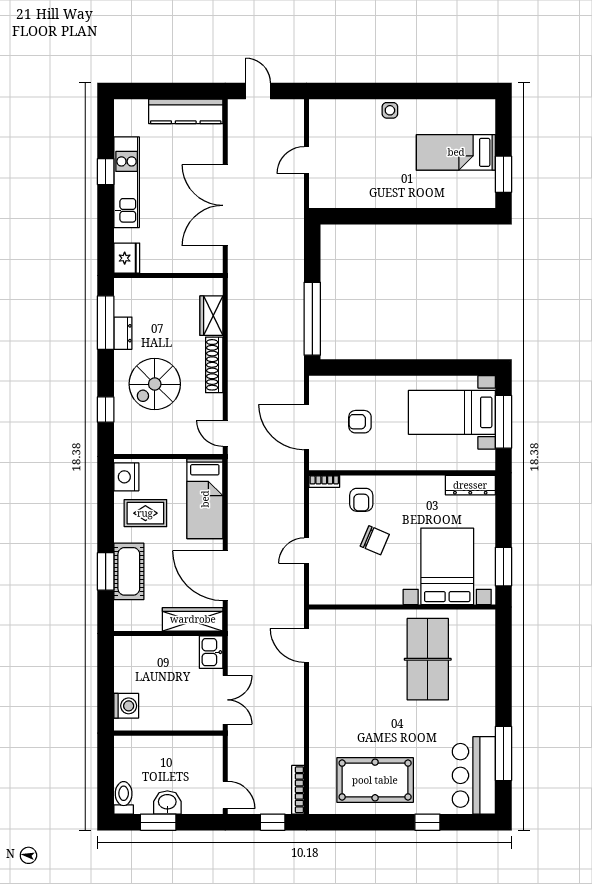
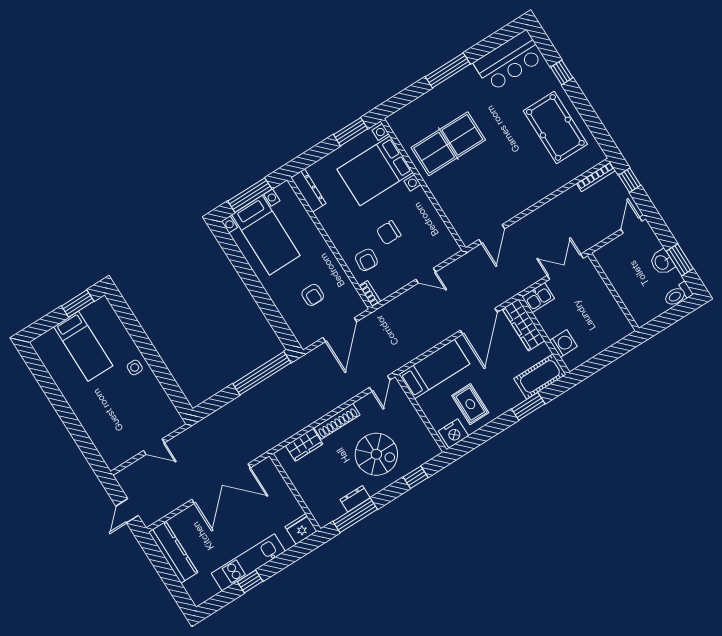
side table: (390, 110) -> (135, 367), moved
armchair: (361, 500) -> (366, 260), turned 96
chair: (375, 540) -> (389, 233), turned -113
cot: (129, 571) -> (540, 376), moved
washing machine: (126, 706) -> (563, 344), moved, turned 90
window: (503, 754) -> (448, 70), moved

